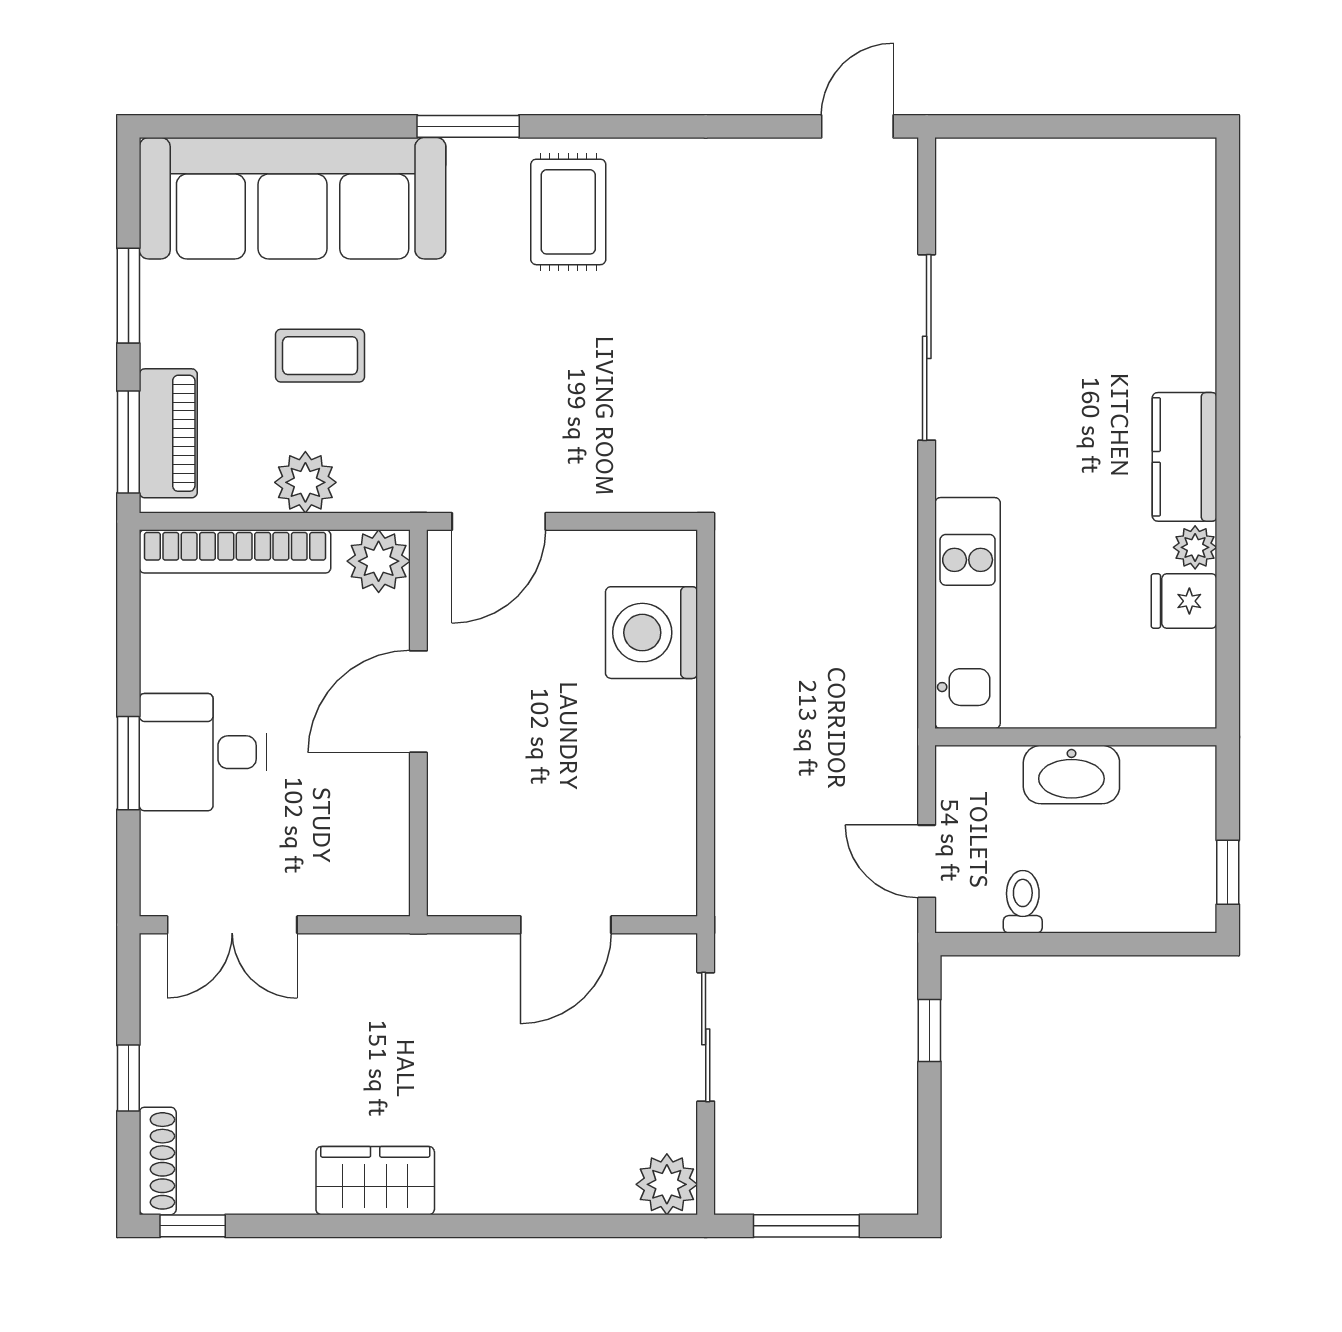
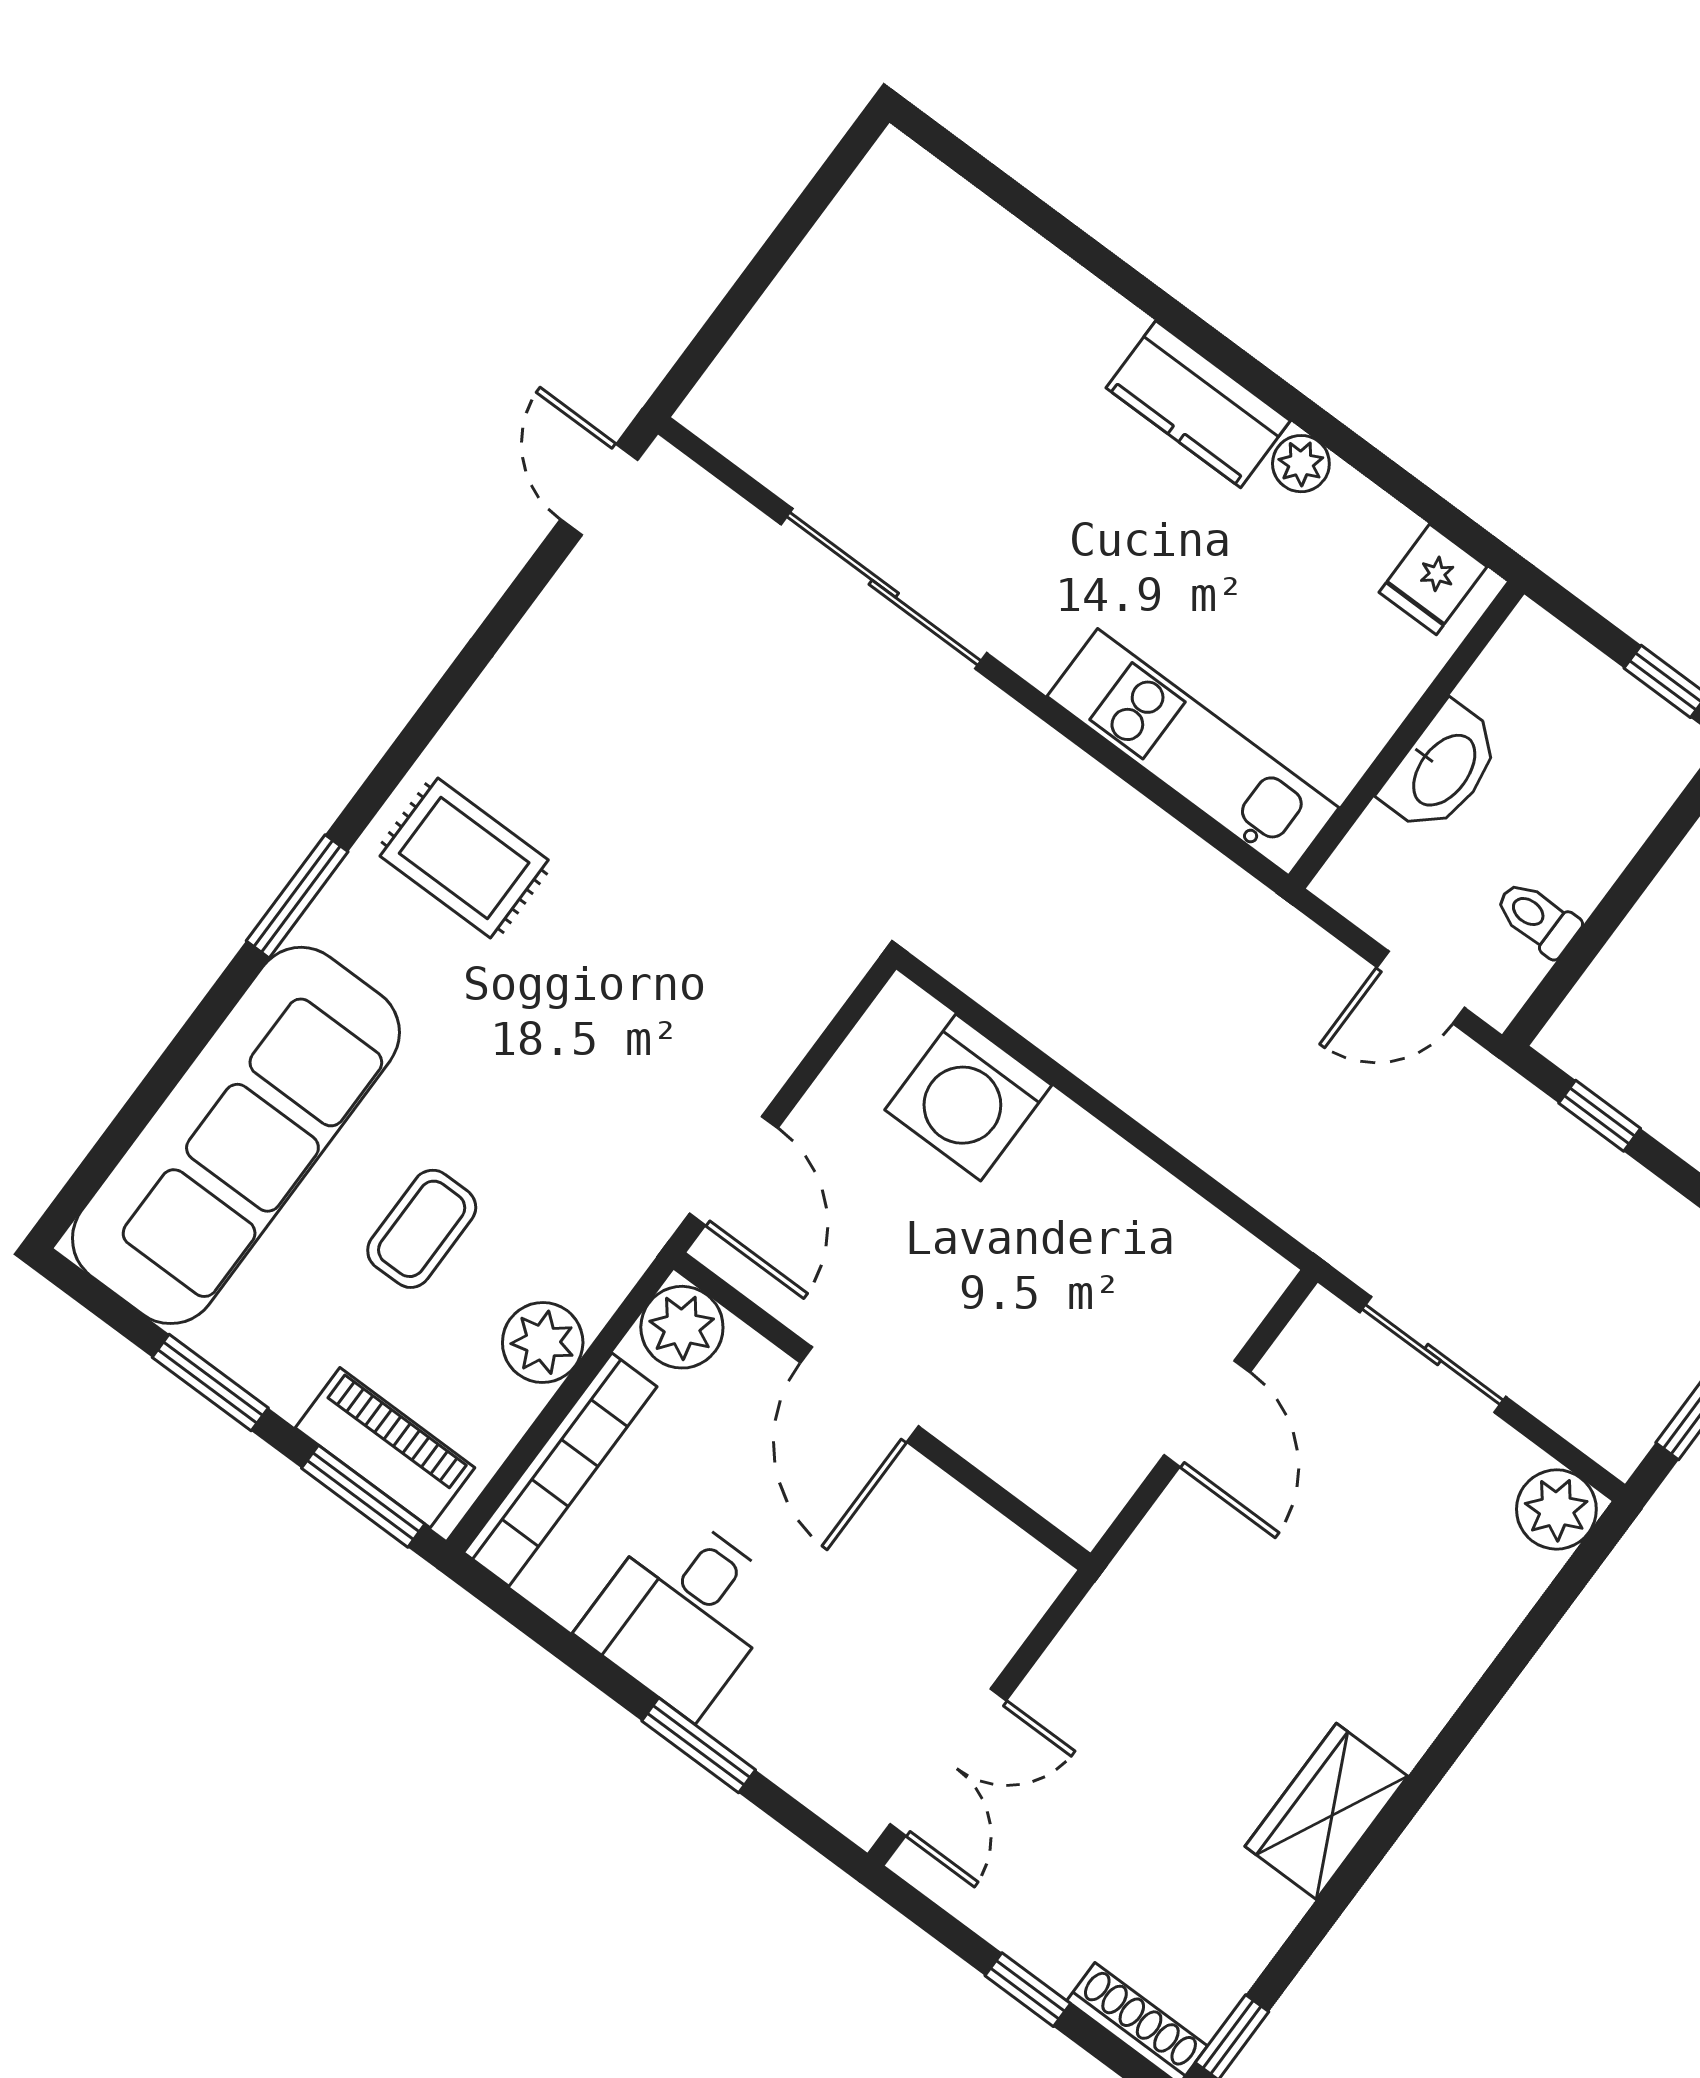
fridge: (1184, 601) -> (1433, 579), moved
desk: (203, 752) -> (683, 1613), moved

